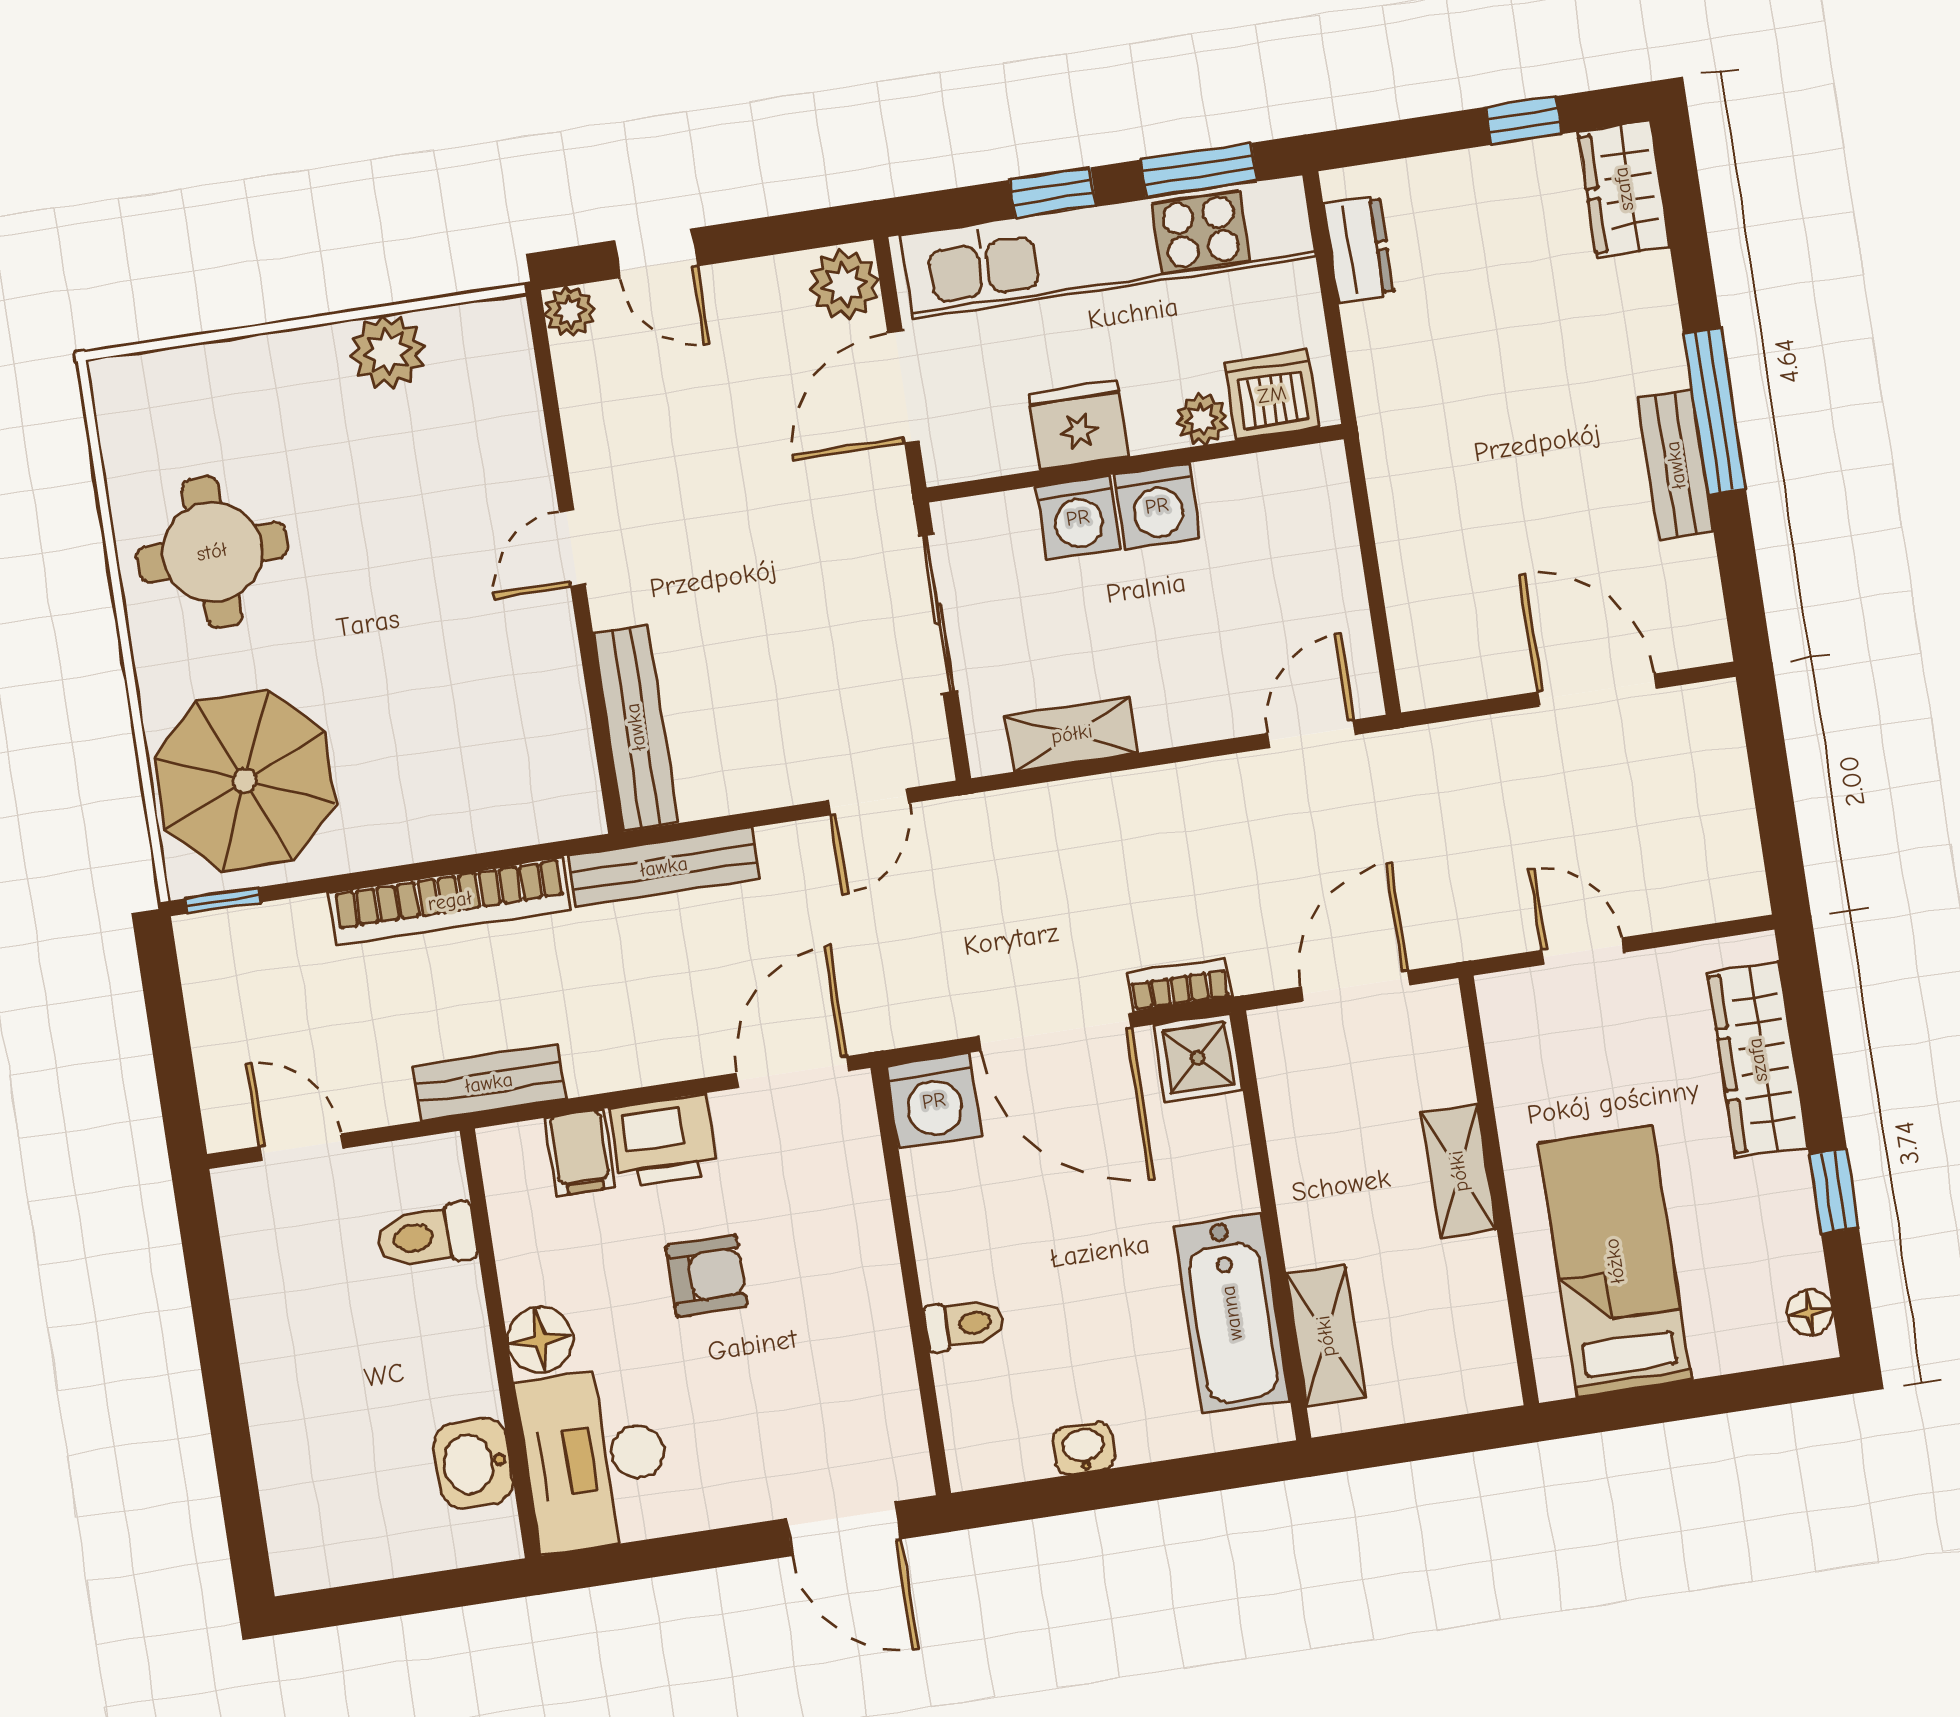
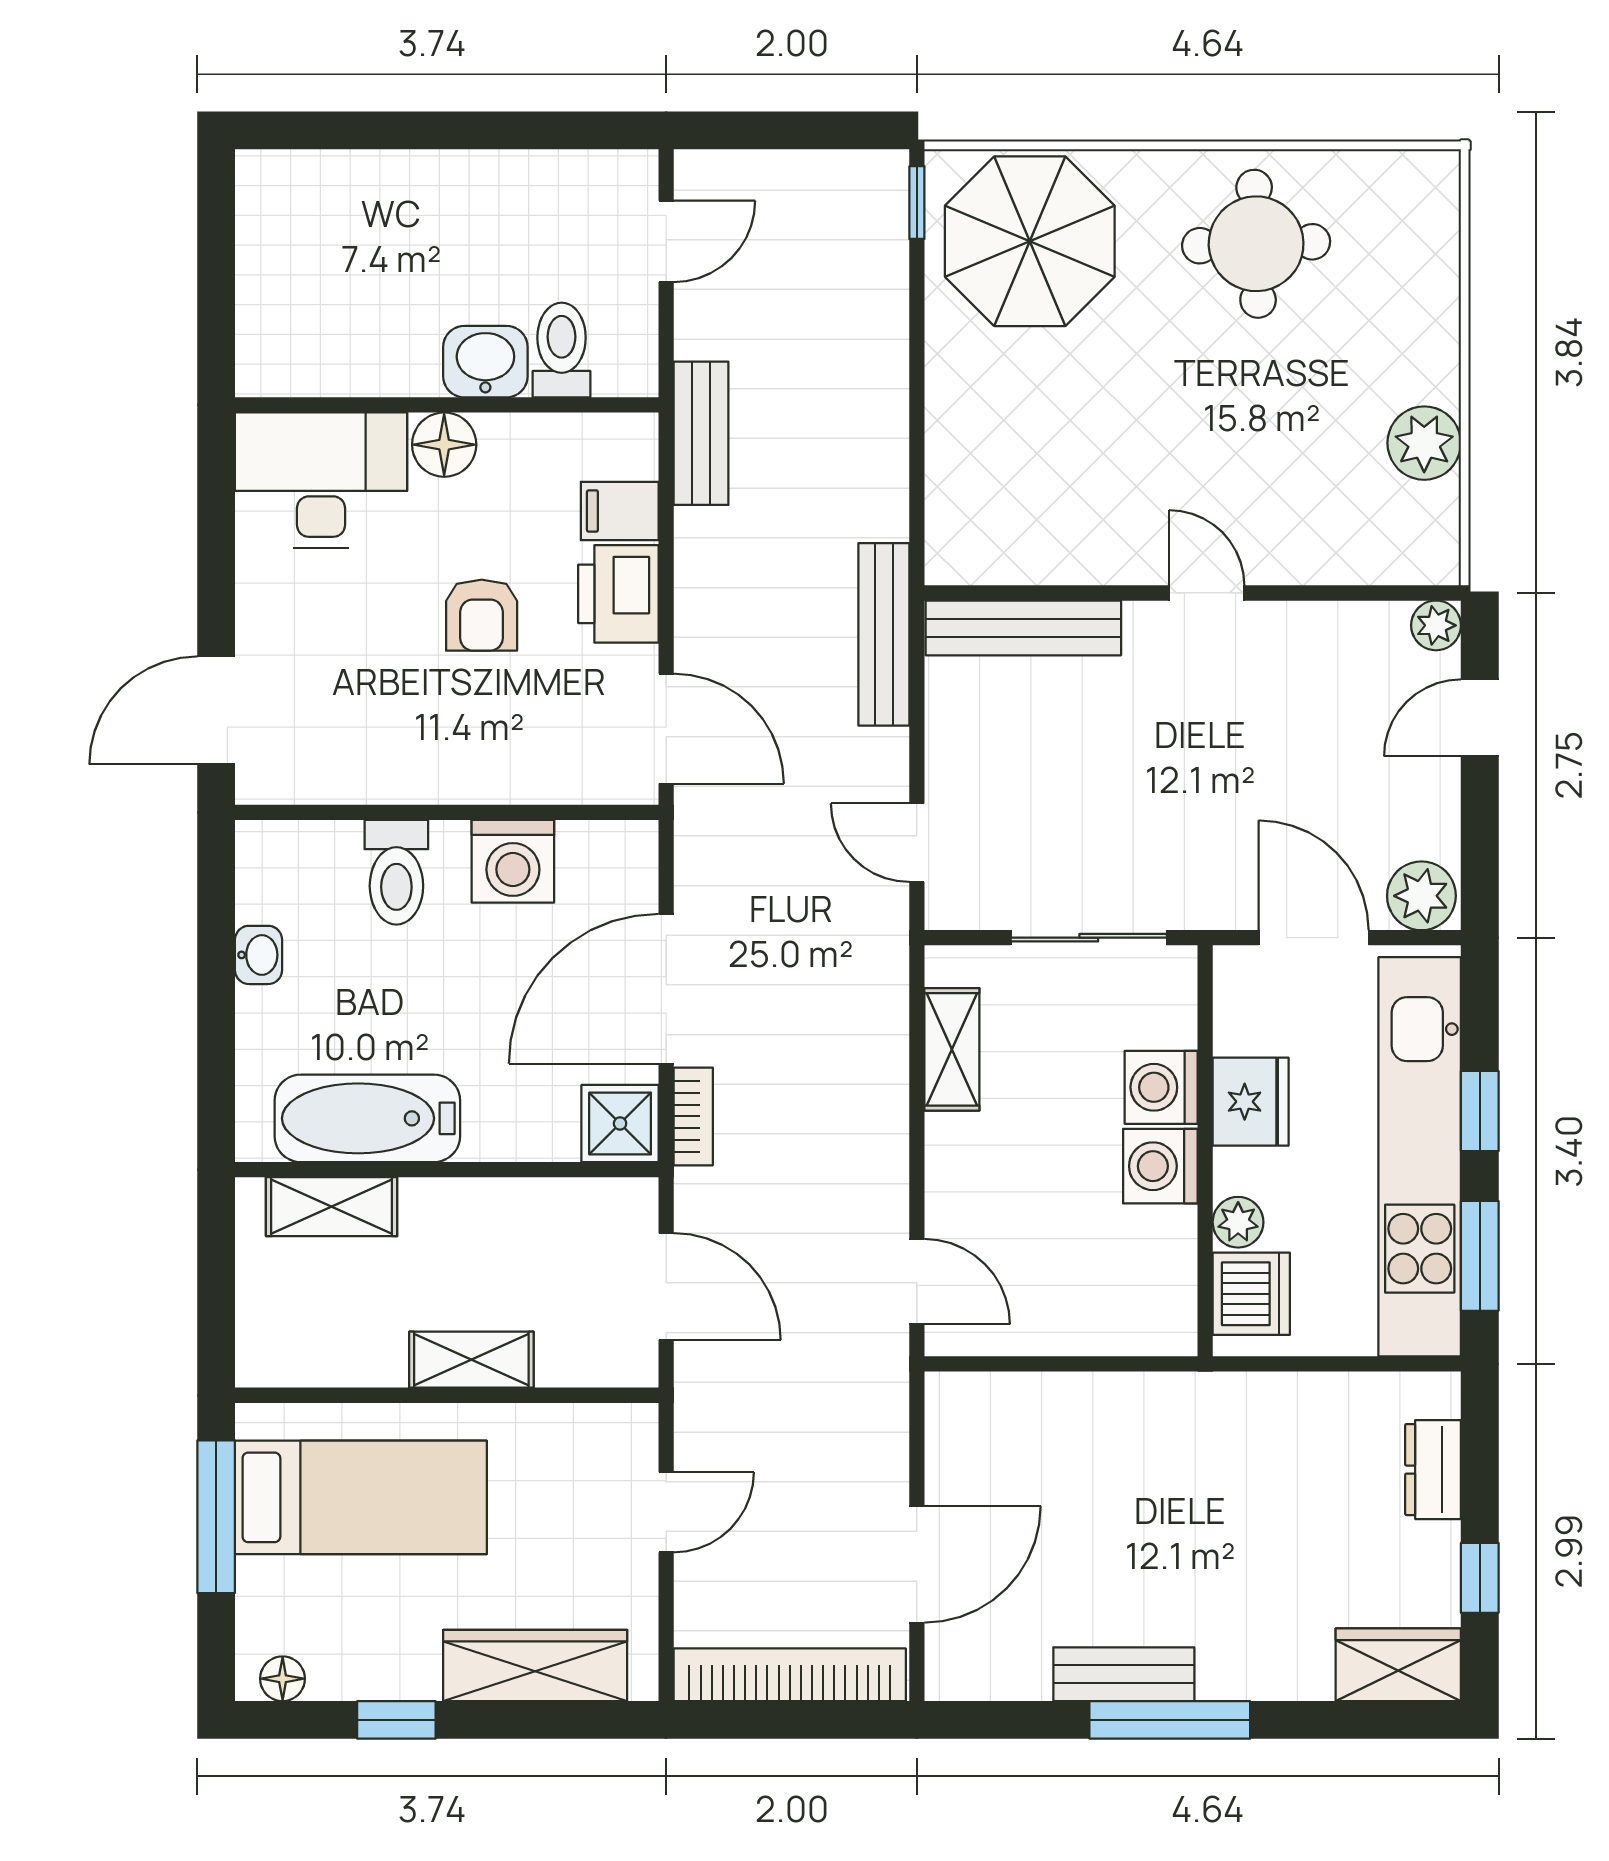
dresser: (1359, 249) -> (1433, 1470), moved, turned 90
bookcase: (450, 901) -> (790, 1675), moved, turned 90
washing machine: (934, 1101) -> (513, 861), moved, turned -90
toilet: (964, 1324) -> (396, 872), width x1.37, depth x1.39
window: (1657, 1404) -> (216, 1517), added
washbasin: (474, 1463) -> (485, 362), moved

